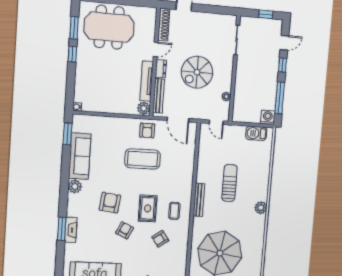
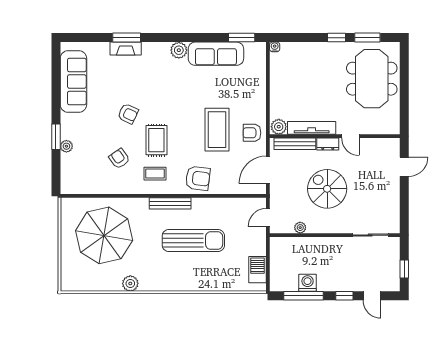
shoe rack: (164, 25) -> (381, 144), removed
washing machine: (268, 117) -> (308, 283), moved, turned -90
sun lounger: (230, 183) -> (193, 241), width x1.36, depth x1.34
armchair: (110, 203) -> (198, 178), moved
rug: (148, 208) -> (156, 140), turned 90
plant: (261, 208) -> (130, 283), moved

